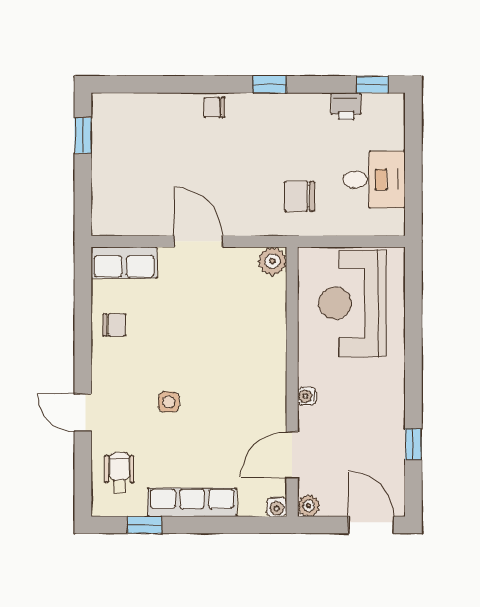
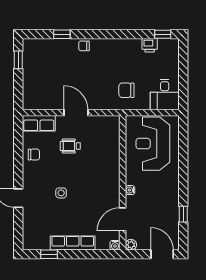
window: (270, 84) -> (62, 34), moved
desk: (374, 180) -> (165, 95), moved, turned 90
plant: (272, 261) -> (113, 123), removed
wheelchair: (119, 472) -> (70, 146), moved, turned -90

